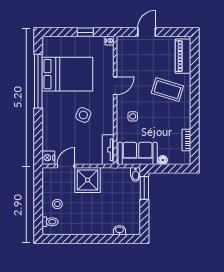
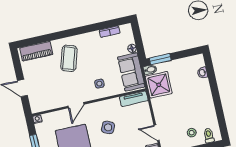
door: (115, 86) -> (76, 105), swing flipped
shower: (88, 180) -> (159, 85), moved

